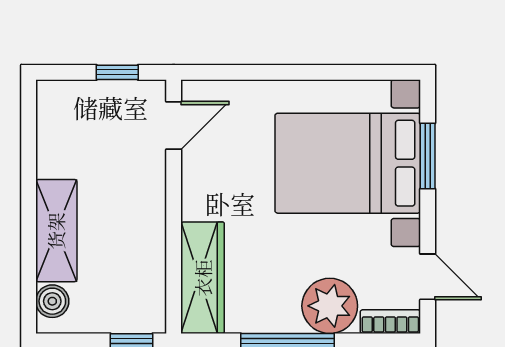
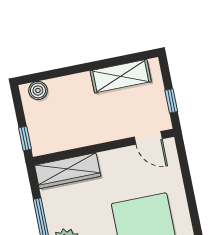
shelving: (56, 231) -> (121, 76), moved

